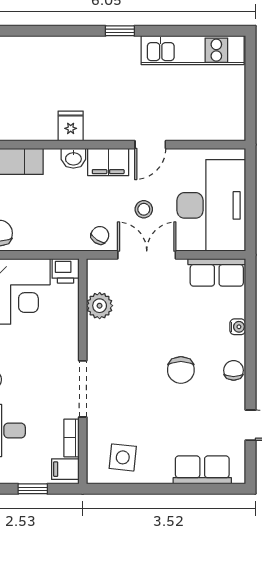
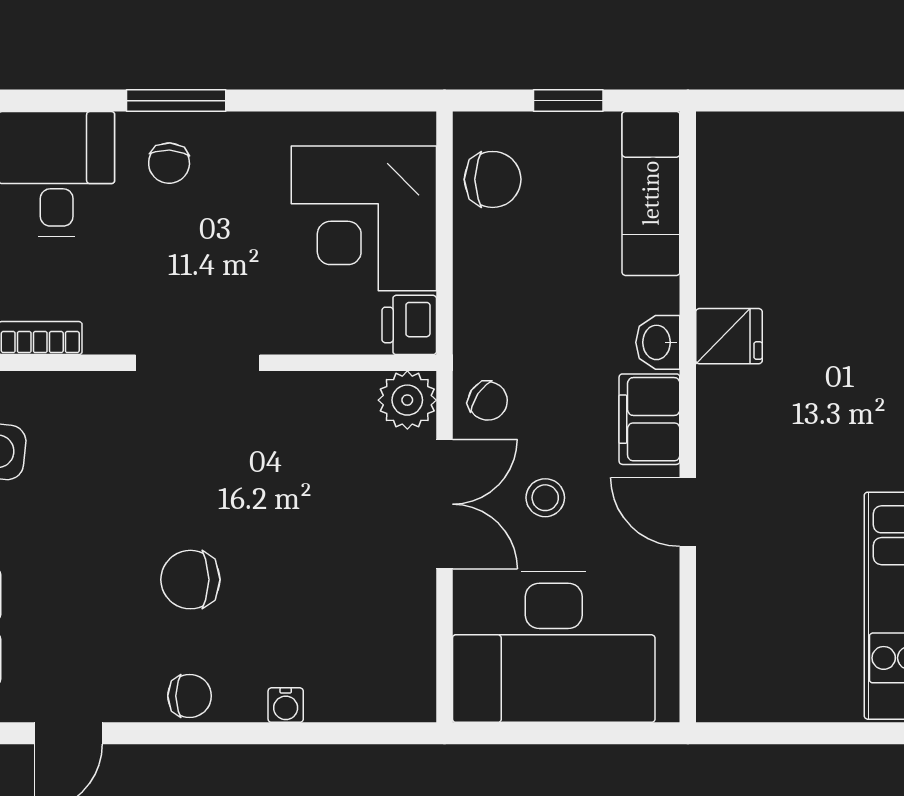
row of seats: (217, 272) -> (406, 659), removed
plant: (100, 306) -> (407, 400), moved
doorway: (83, 389) -> (198, 363), moved

